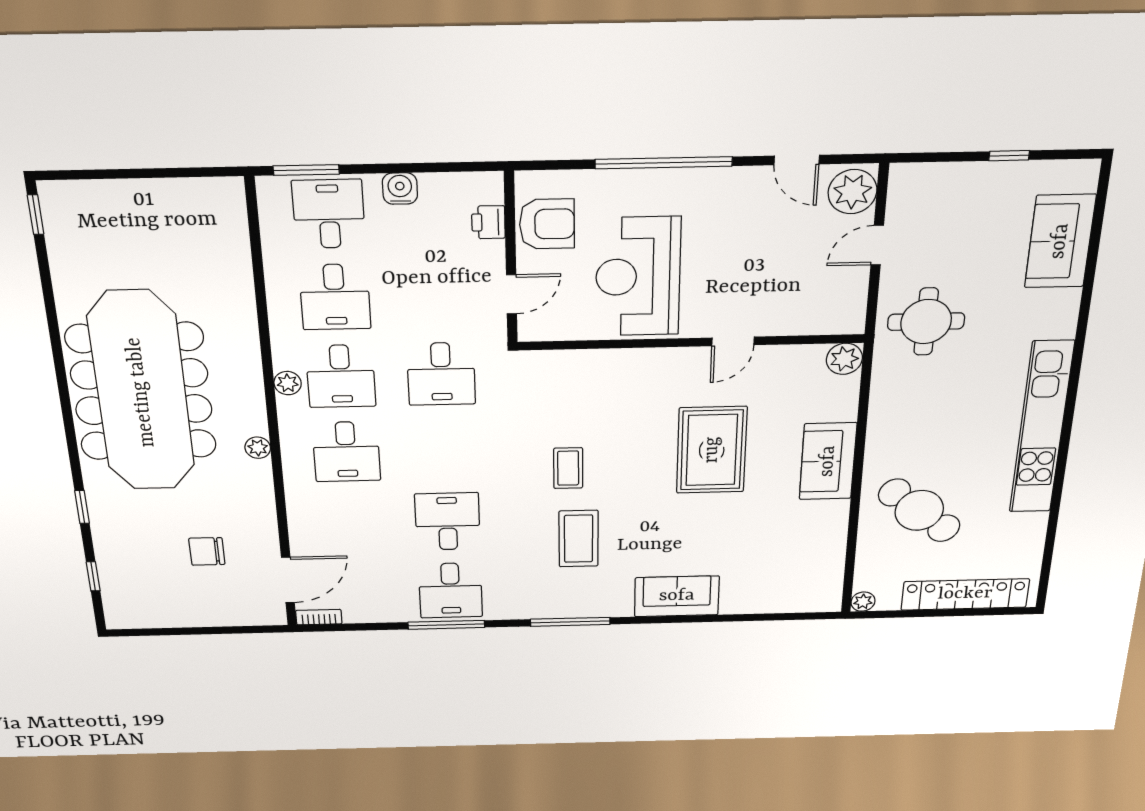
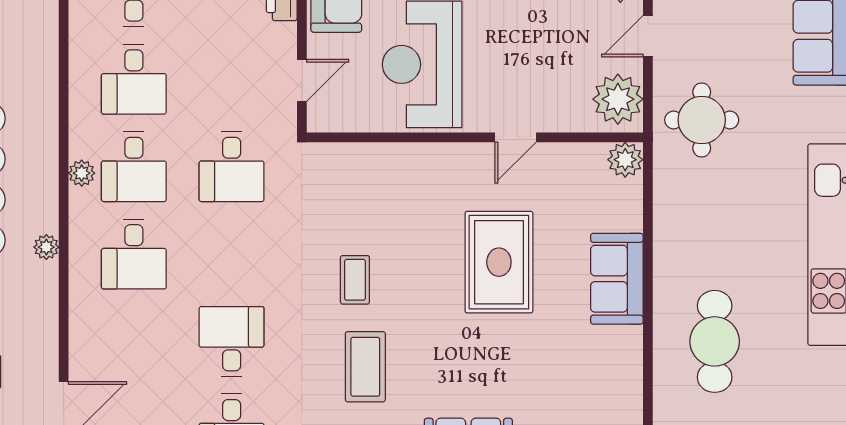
plant: (841, 304) -> (618, 99), added
cafe table: (919, 510) -> (715, 341), turned 50

